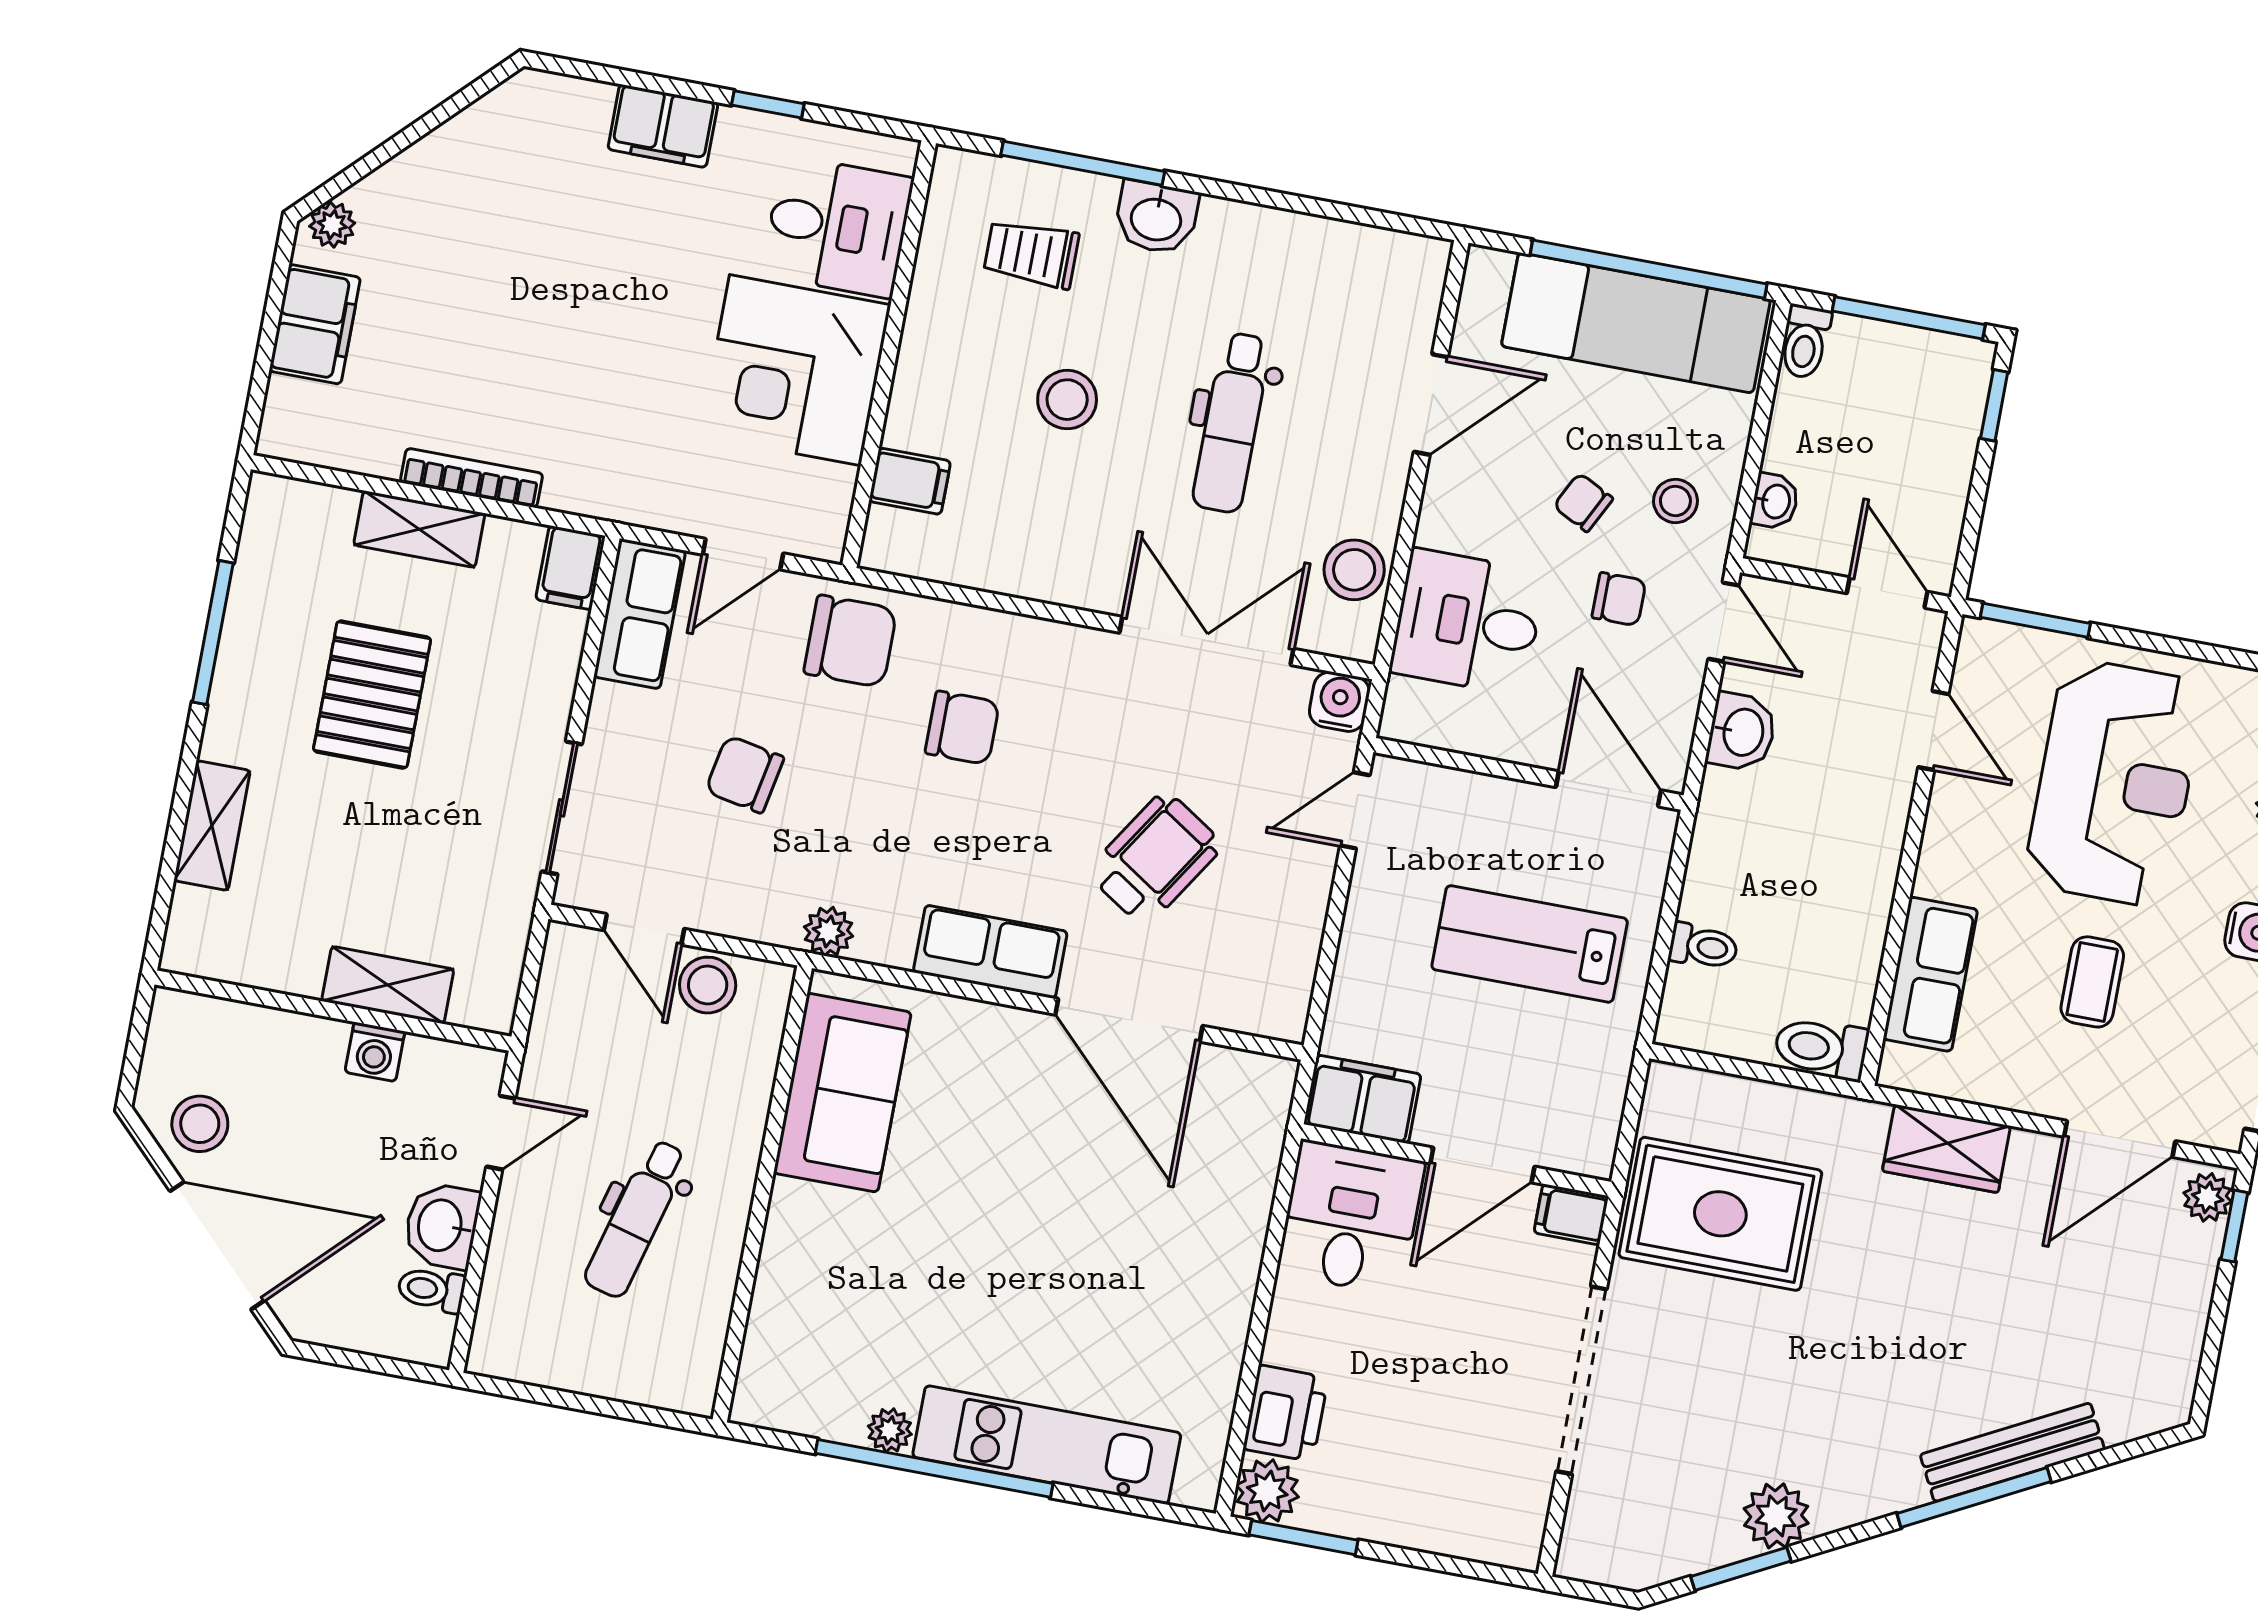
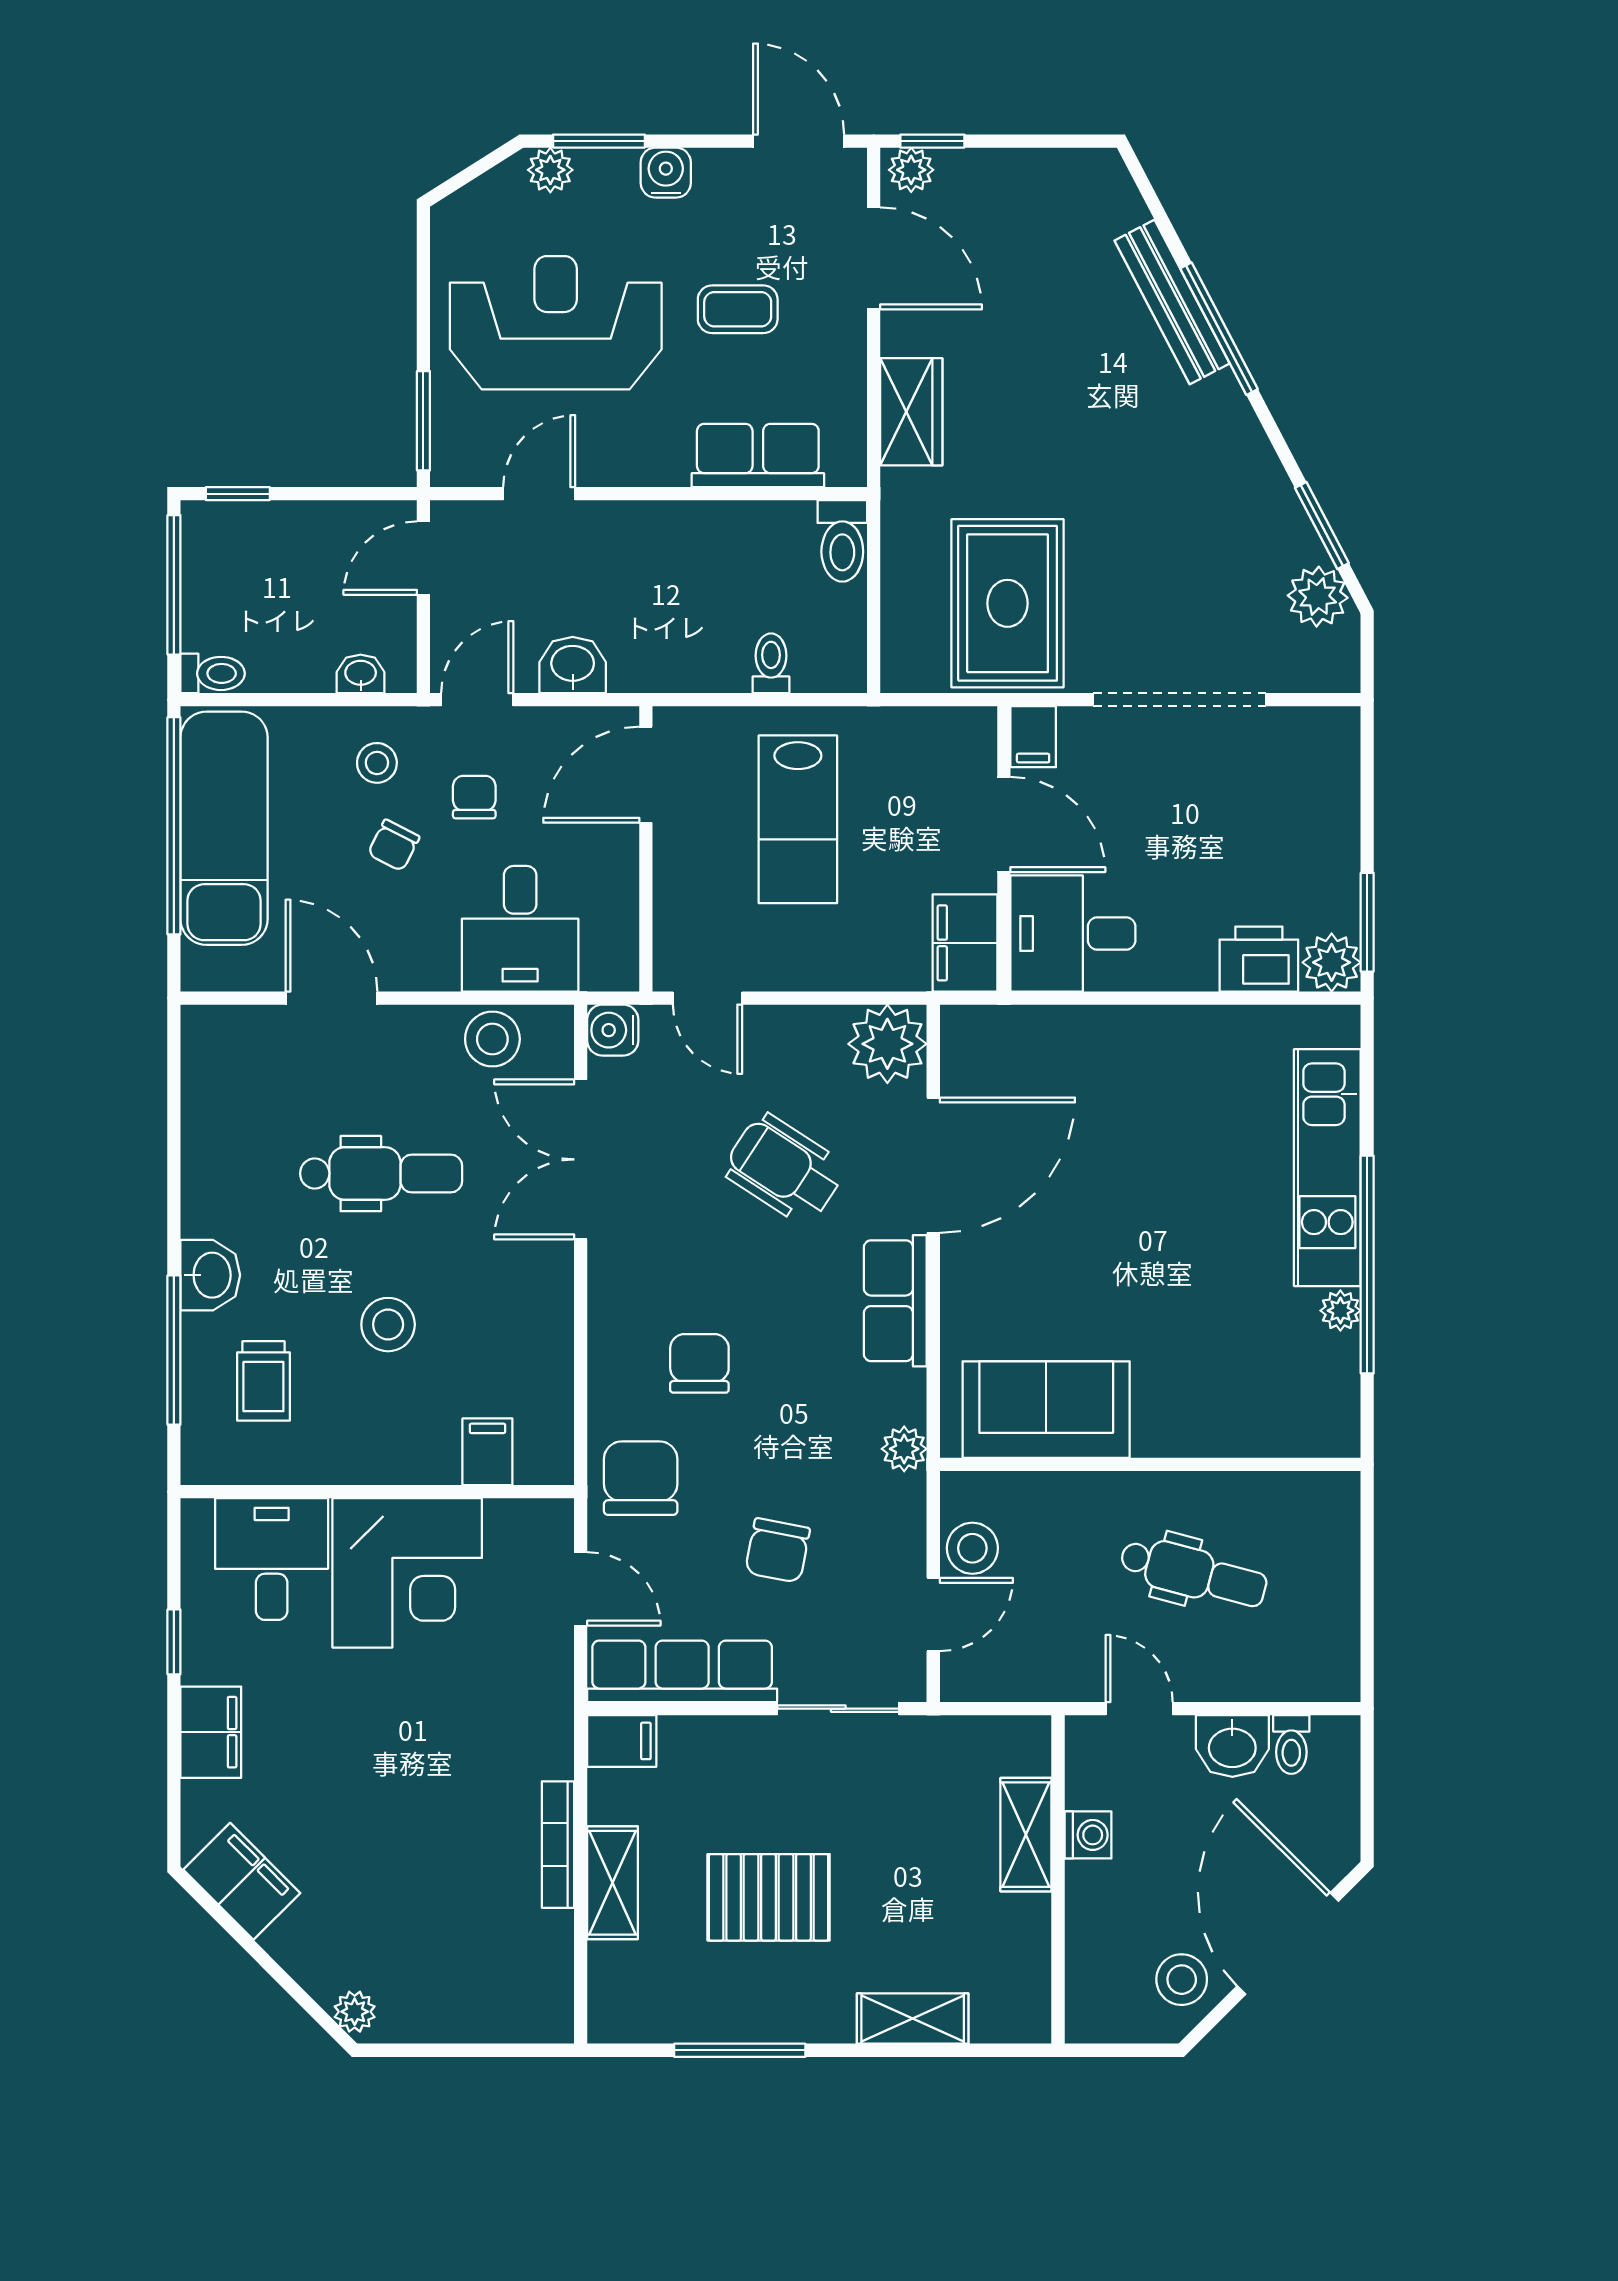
filing cabinet: (315, 324) -> (242, 1881), moved, turned 45
row of seats: (640, 614) -> (682, 1671), width x1.48
plant: (1269, 995) -> (887, 1044), added
plant: (1776, 1516) -> (1318, 597), moved

